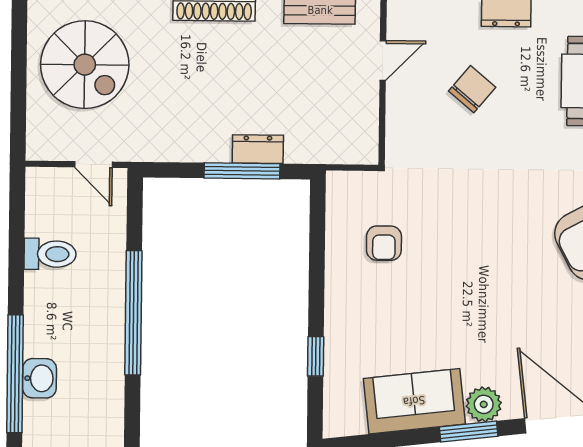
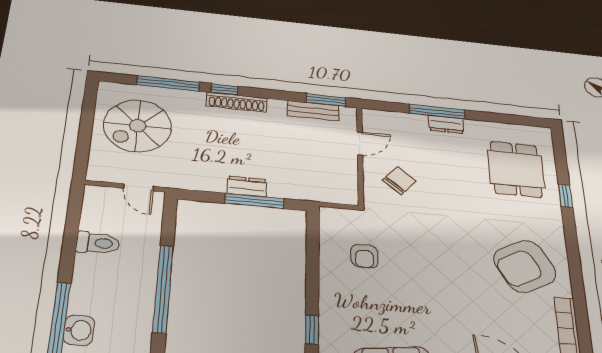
spiral stairs: (85, 65) -> (138, 126), turned 90
chair: (472, 89) -> (399, 181), moved
dresser: (258, 149) -> (247, 186), moved

